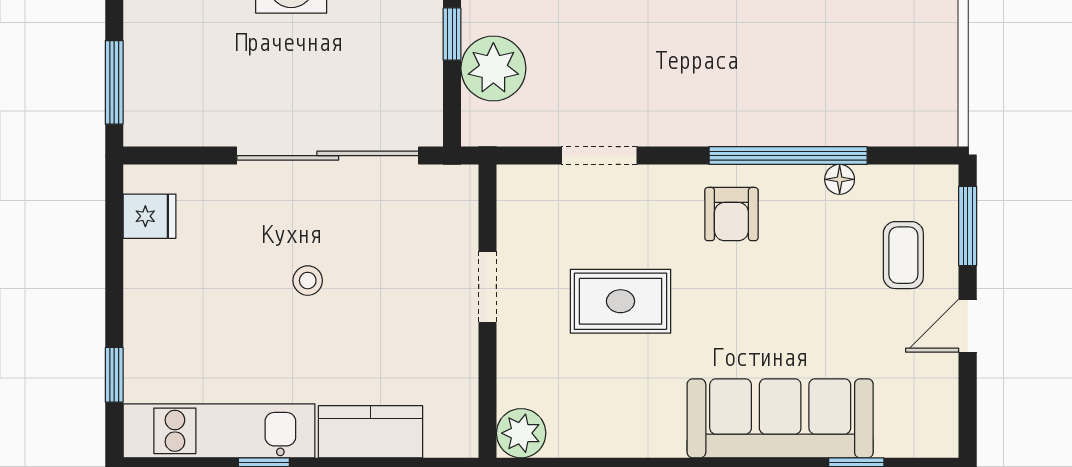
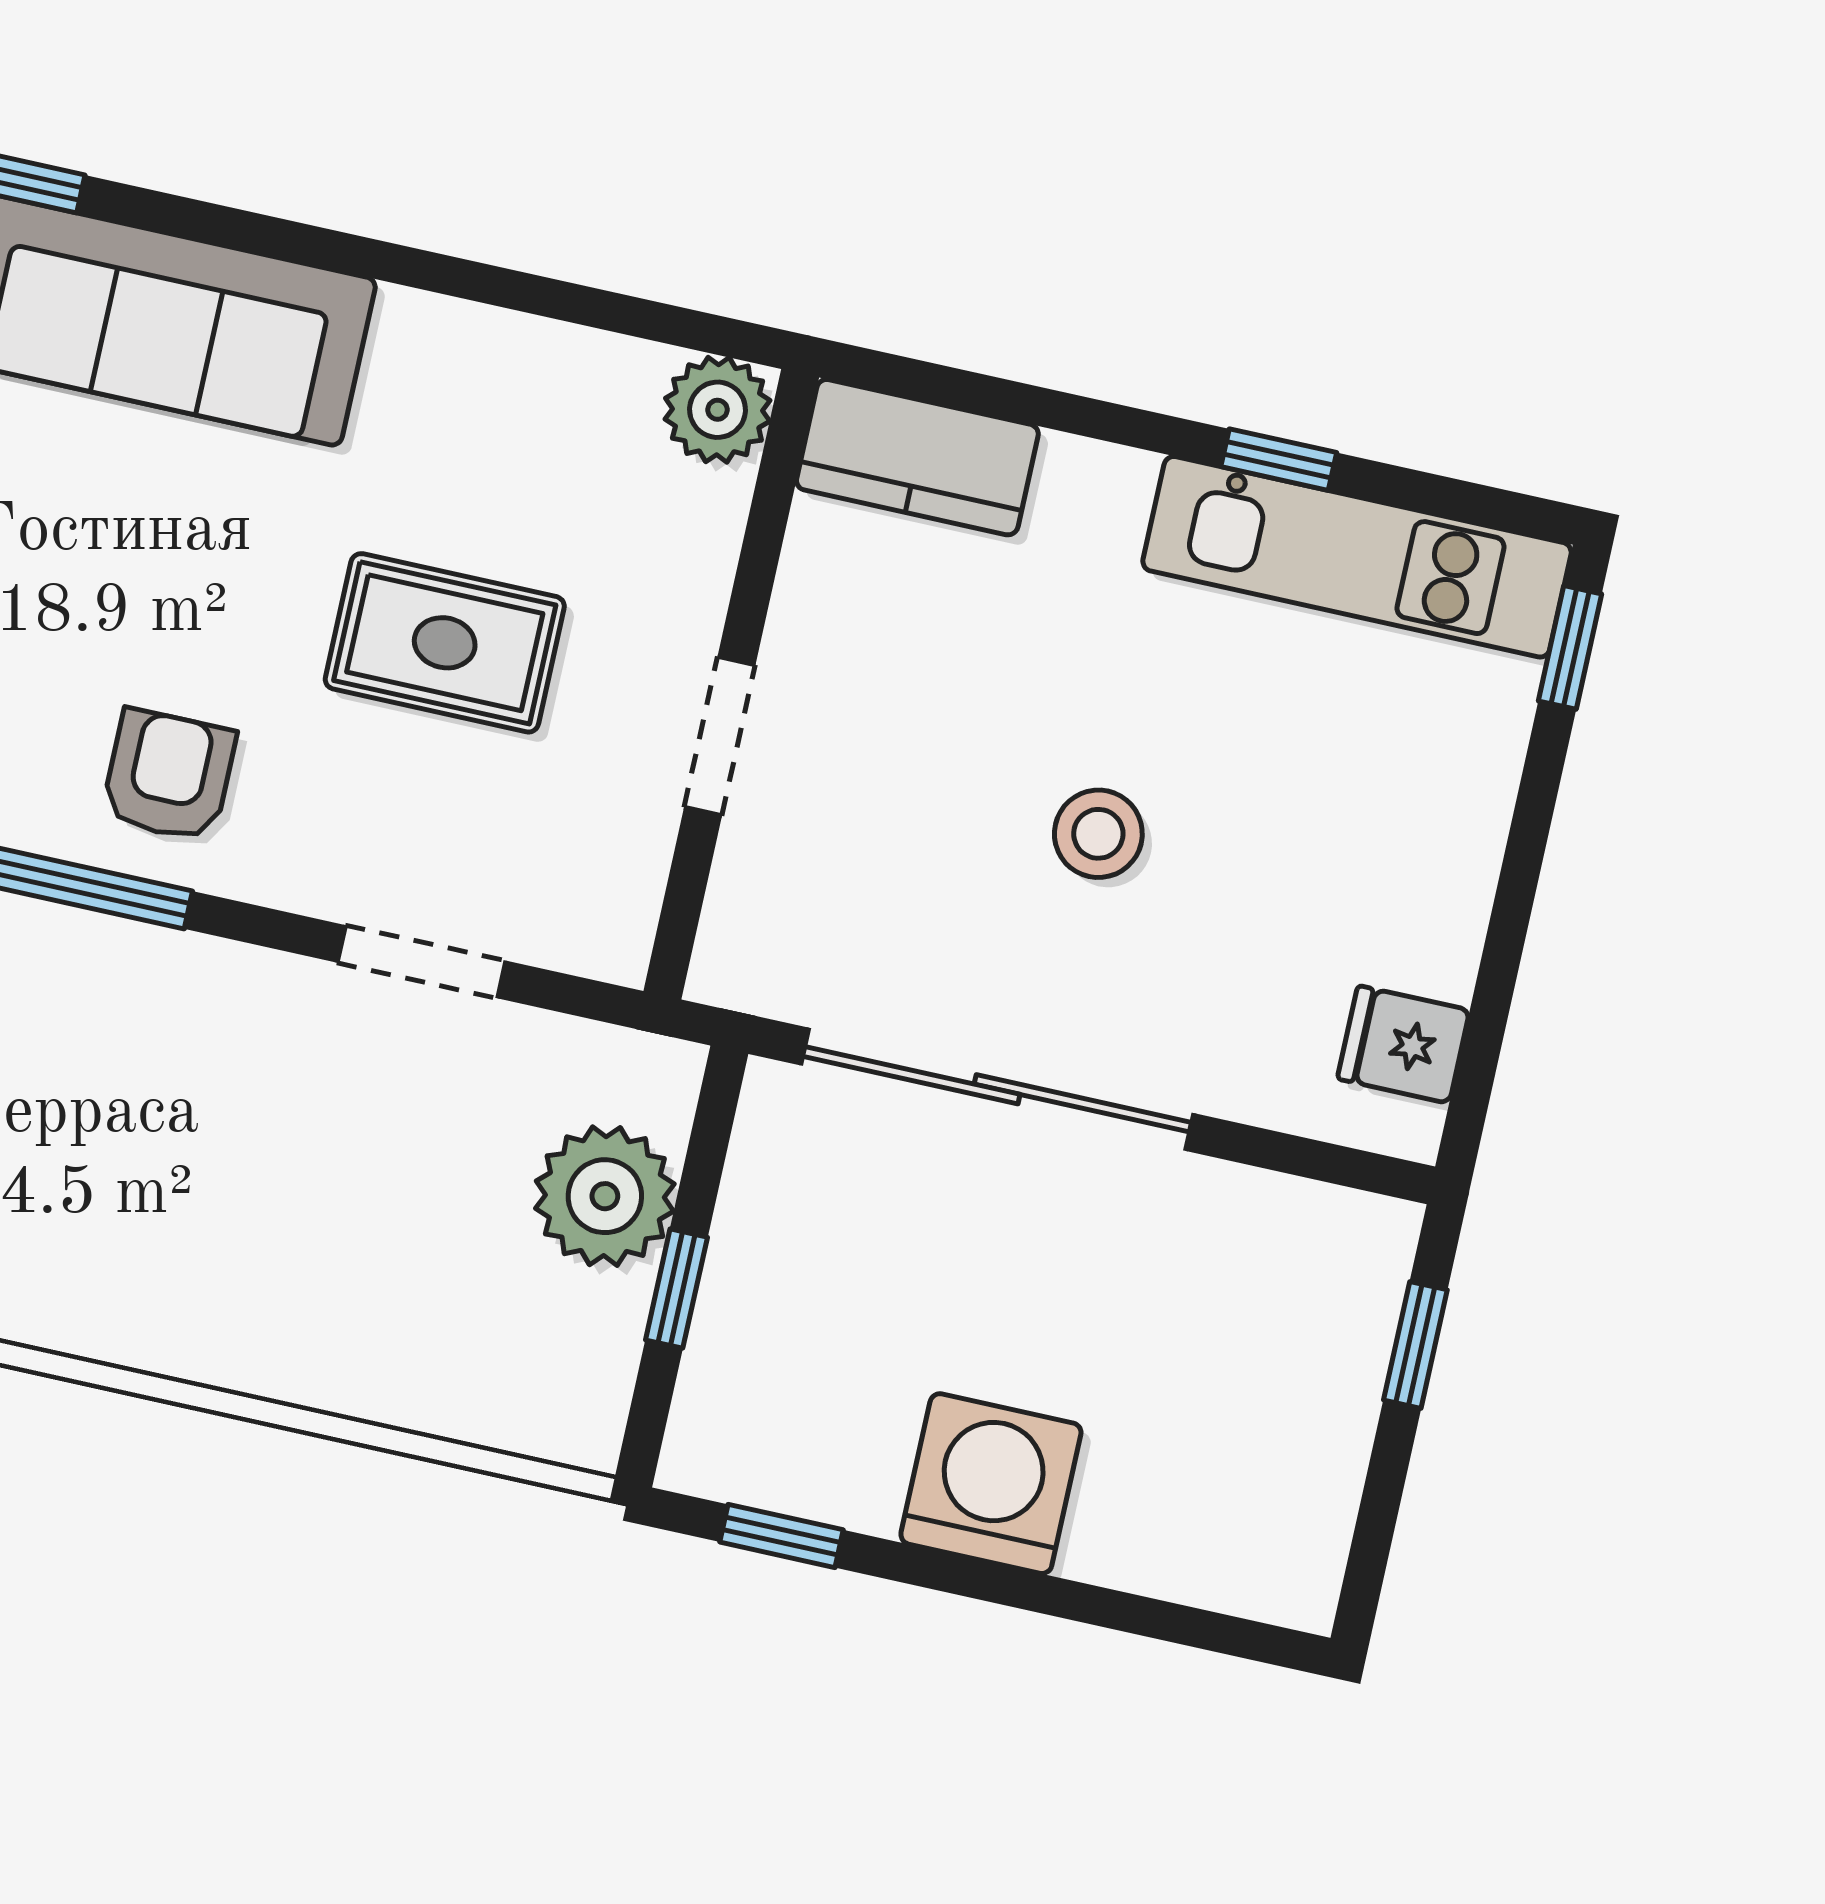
window: (114, 82) -> (1415, 1345), width x0.67
stool: (308, 281) -> (1098, 834), width x1.37, depth x1.37
window: (114, 375) -> (1570, 647), moved
kitchen counter: (371, 432) -> (917, 457), moved

